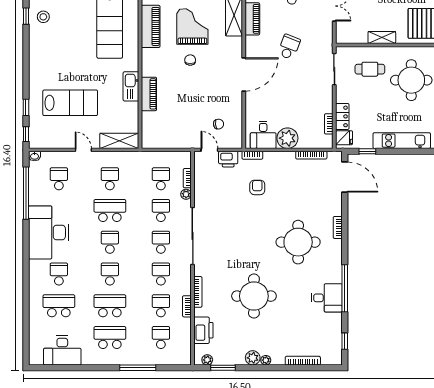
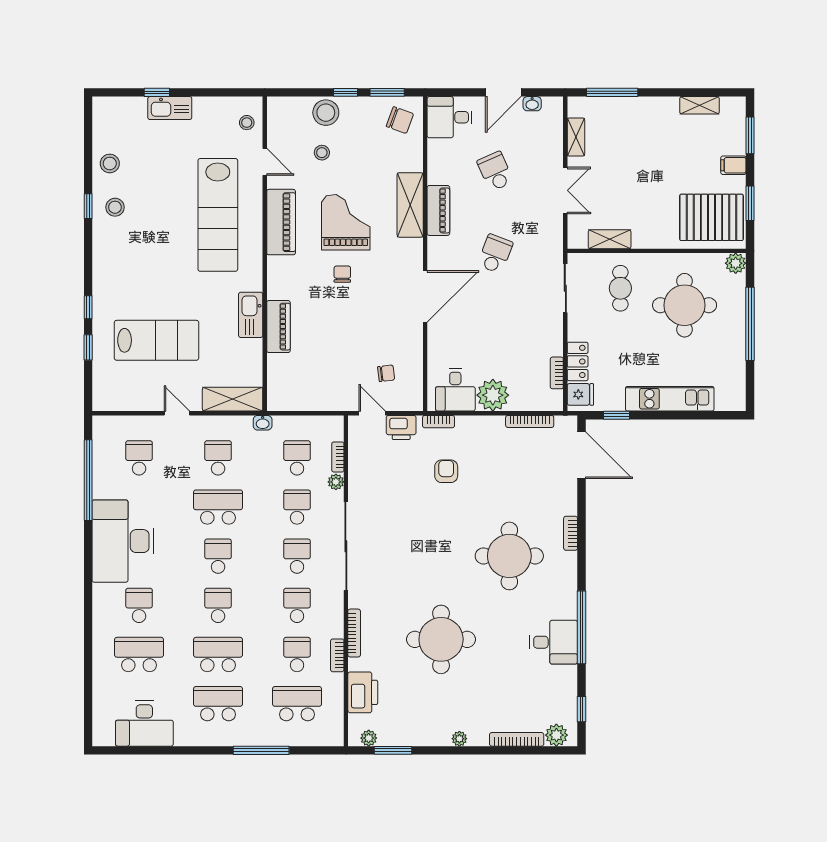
shelving: (382, 37) -> (610, 239), moved
cafe table: (370, 69) -> (620, 288), turned 90
window: (26, 134) -> (88, 307), moved
washbasin: (35, 156) -> (263, 423), moved
school desk: (161, 338) -> (297, 704), width x1.85
plant: (253, 358) -> (556, 735), moved

